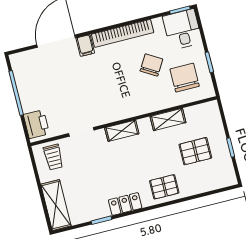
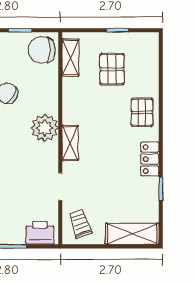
chair: (185, 78) -> (42, 50), moved
plant: (129, 105) -> (45, 128), added
shelving: (168, 119) -> (71, 58), moved
trolley: (53, 157) -> (80, 224), turned -109

